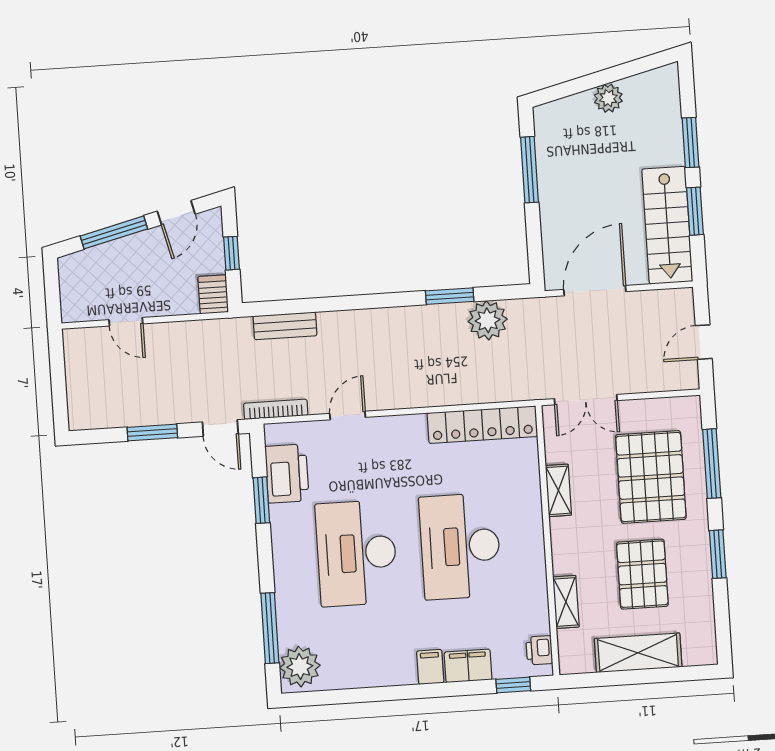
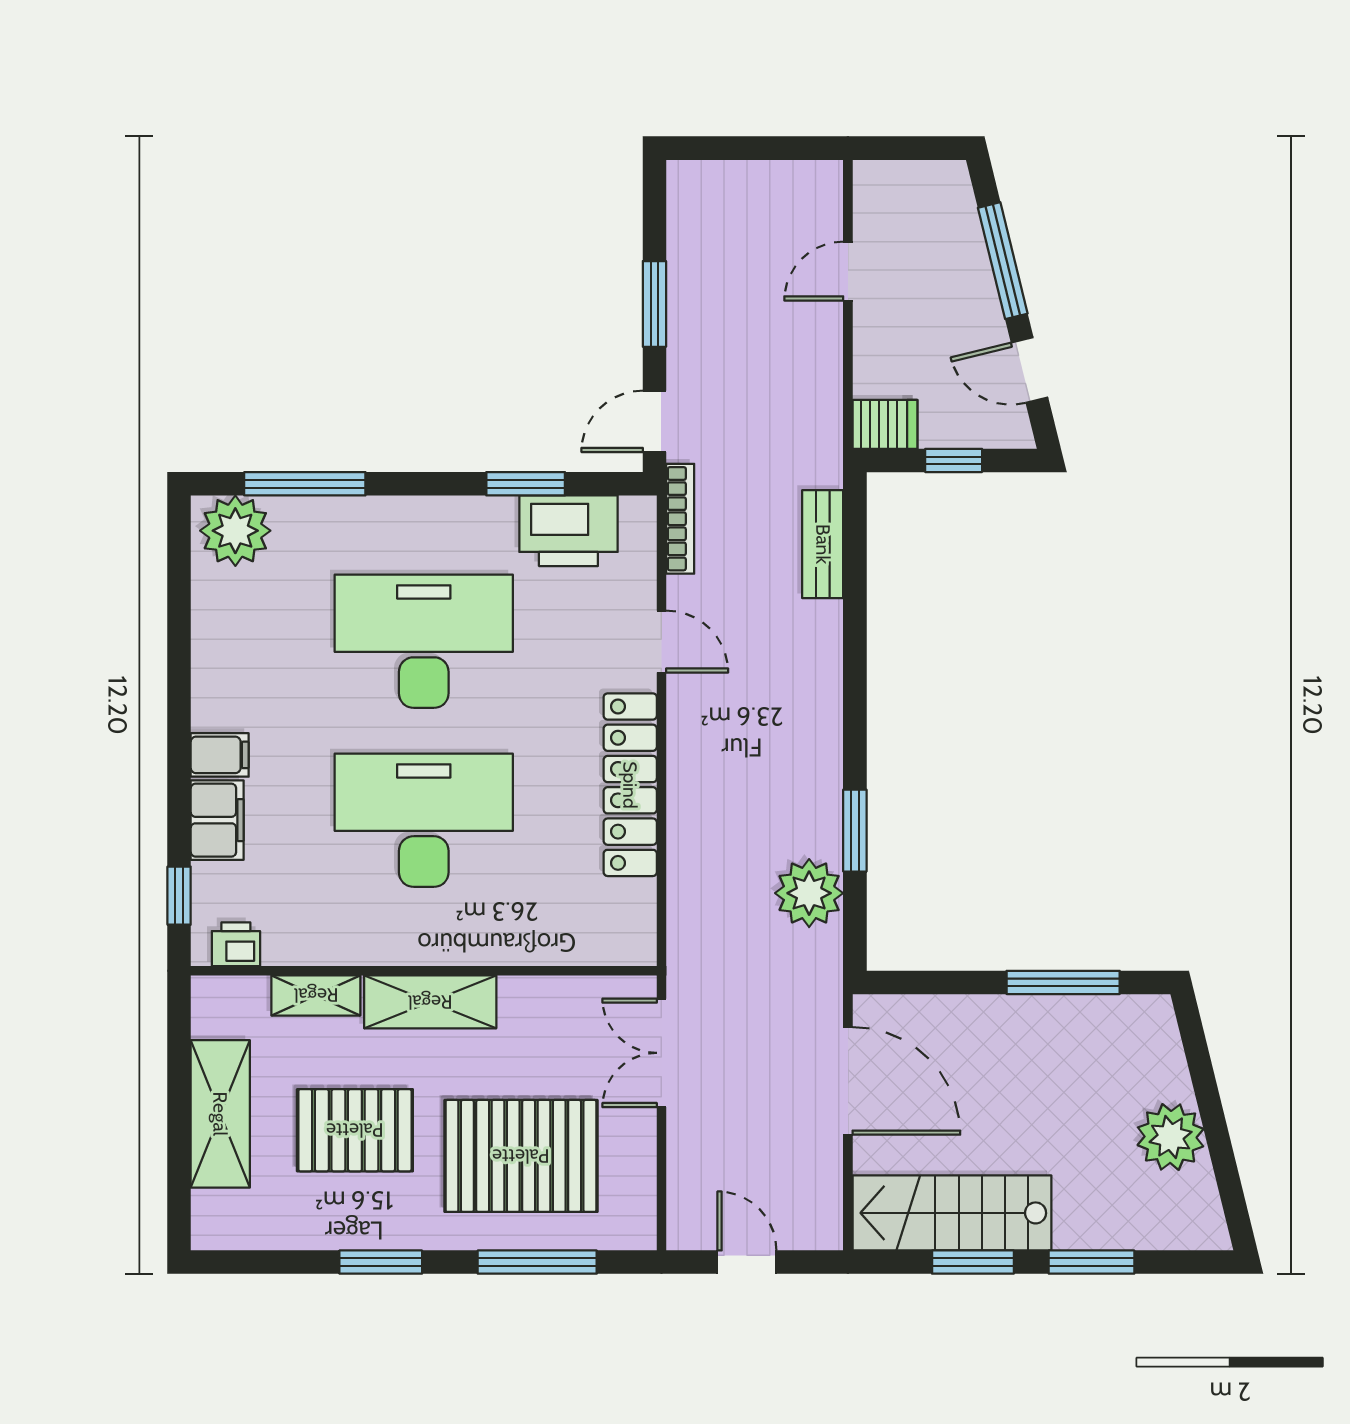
plant: (608, 98) -> (1171, 1137), width x1.36, depth x1.36
locker: (482, 425) -> (630, 785), moved
shelving: (558, 490) -> (430, 1002), moved, width x1.50, depth x1.33

